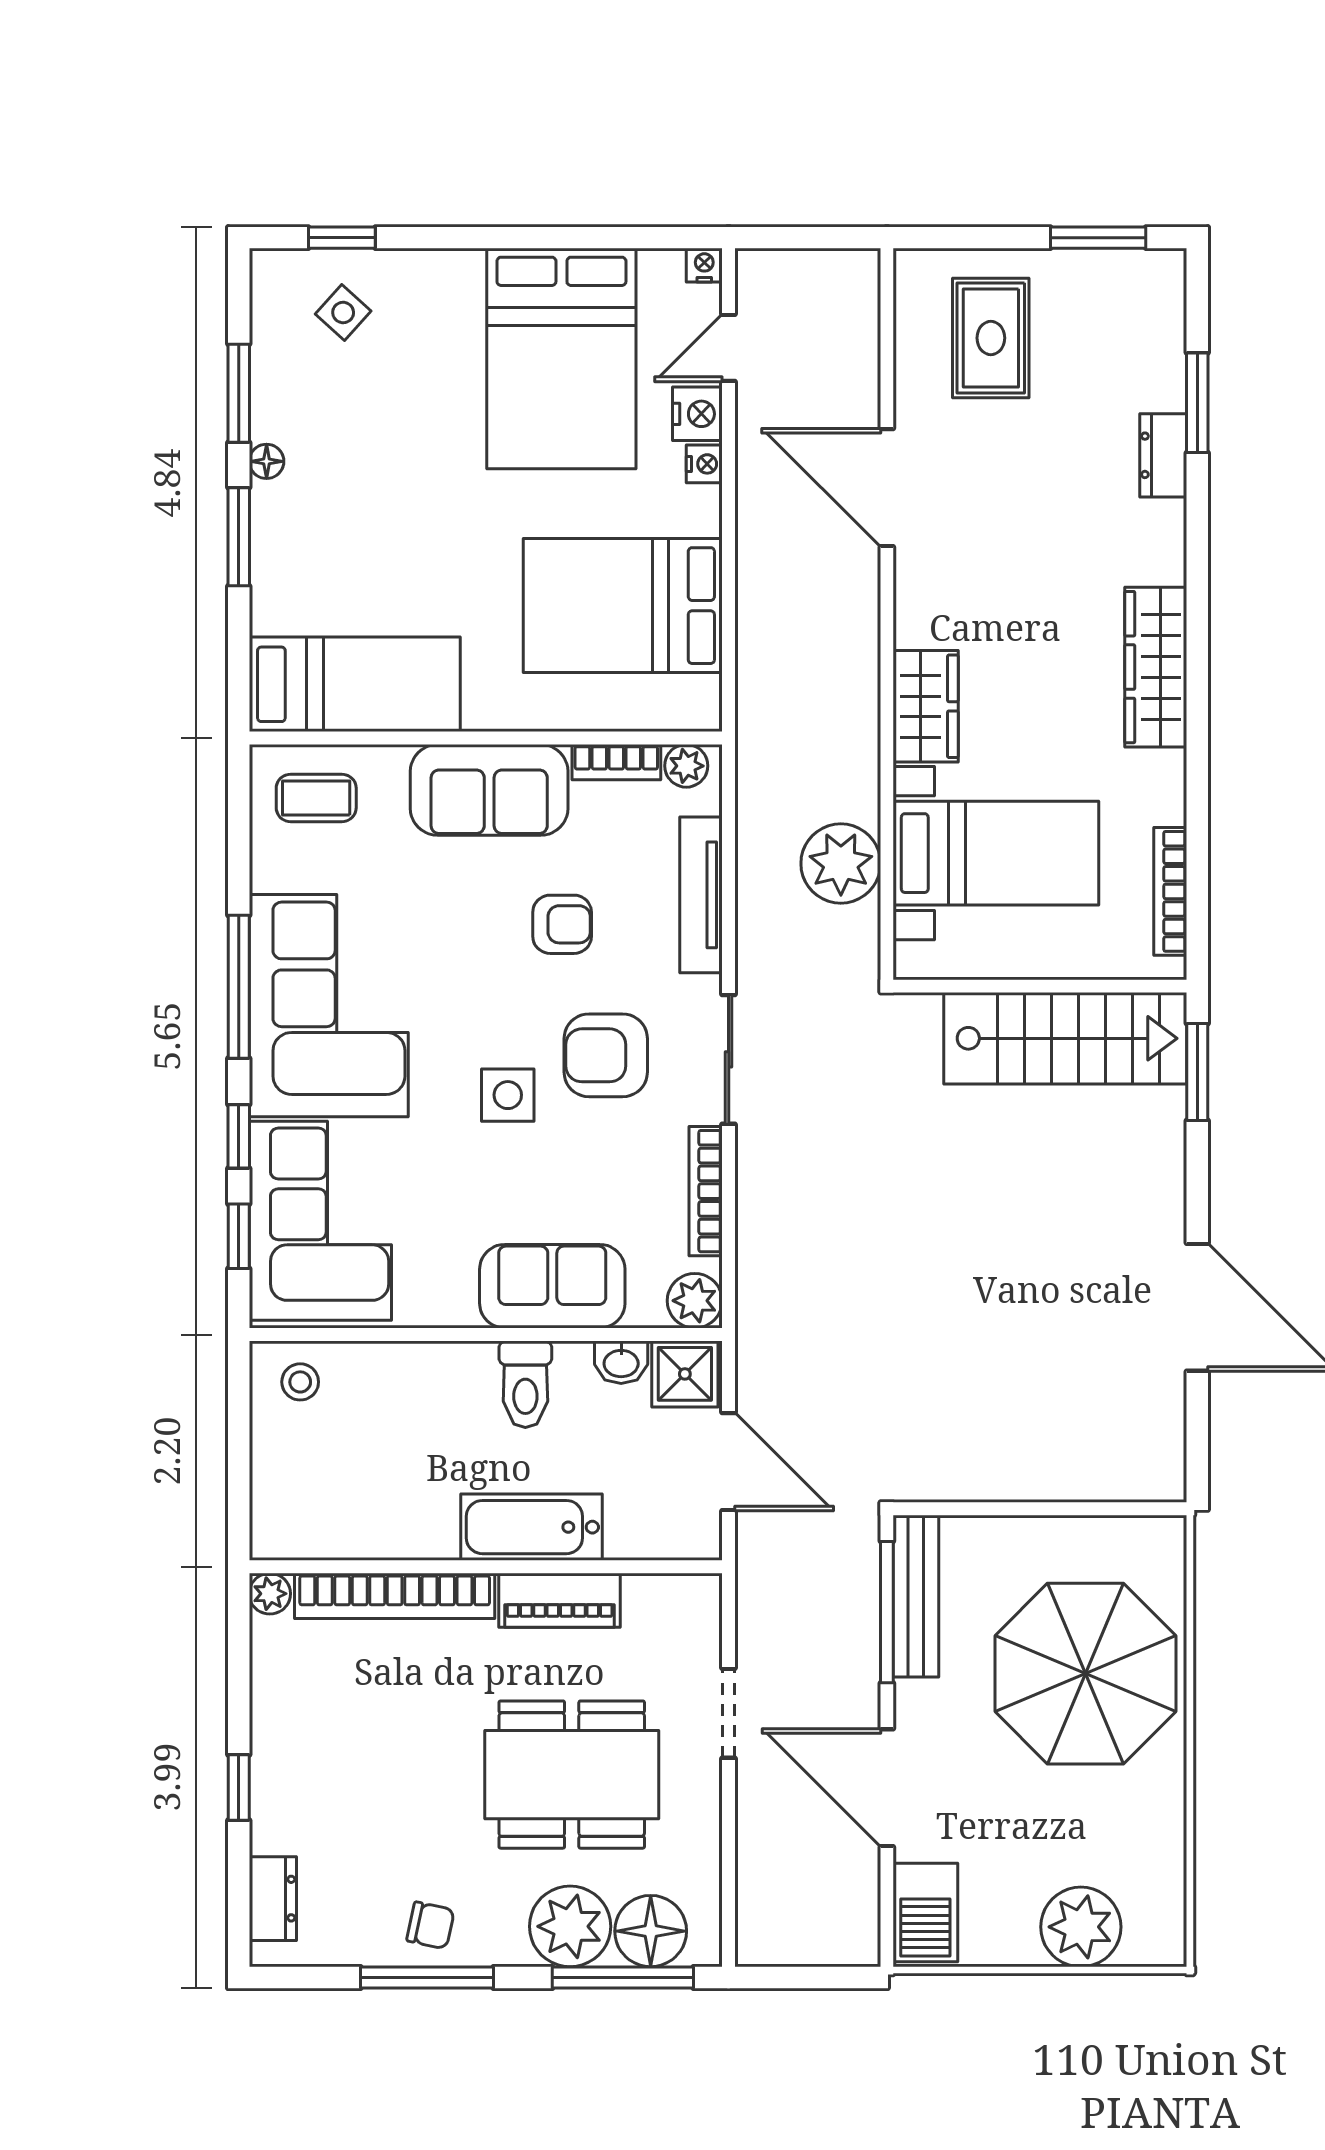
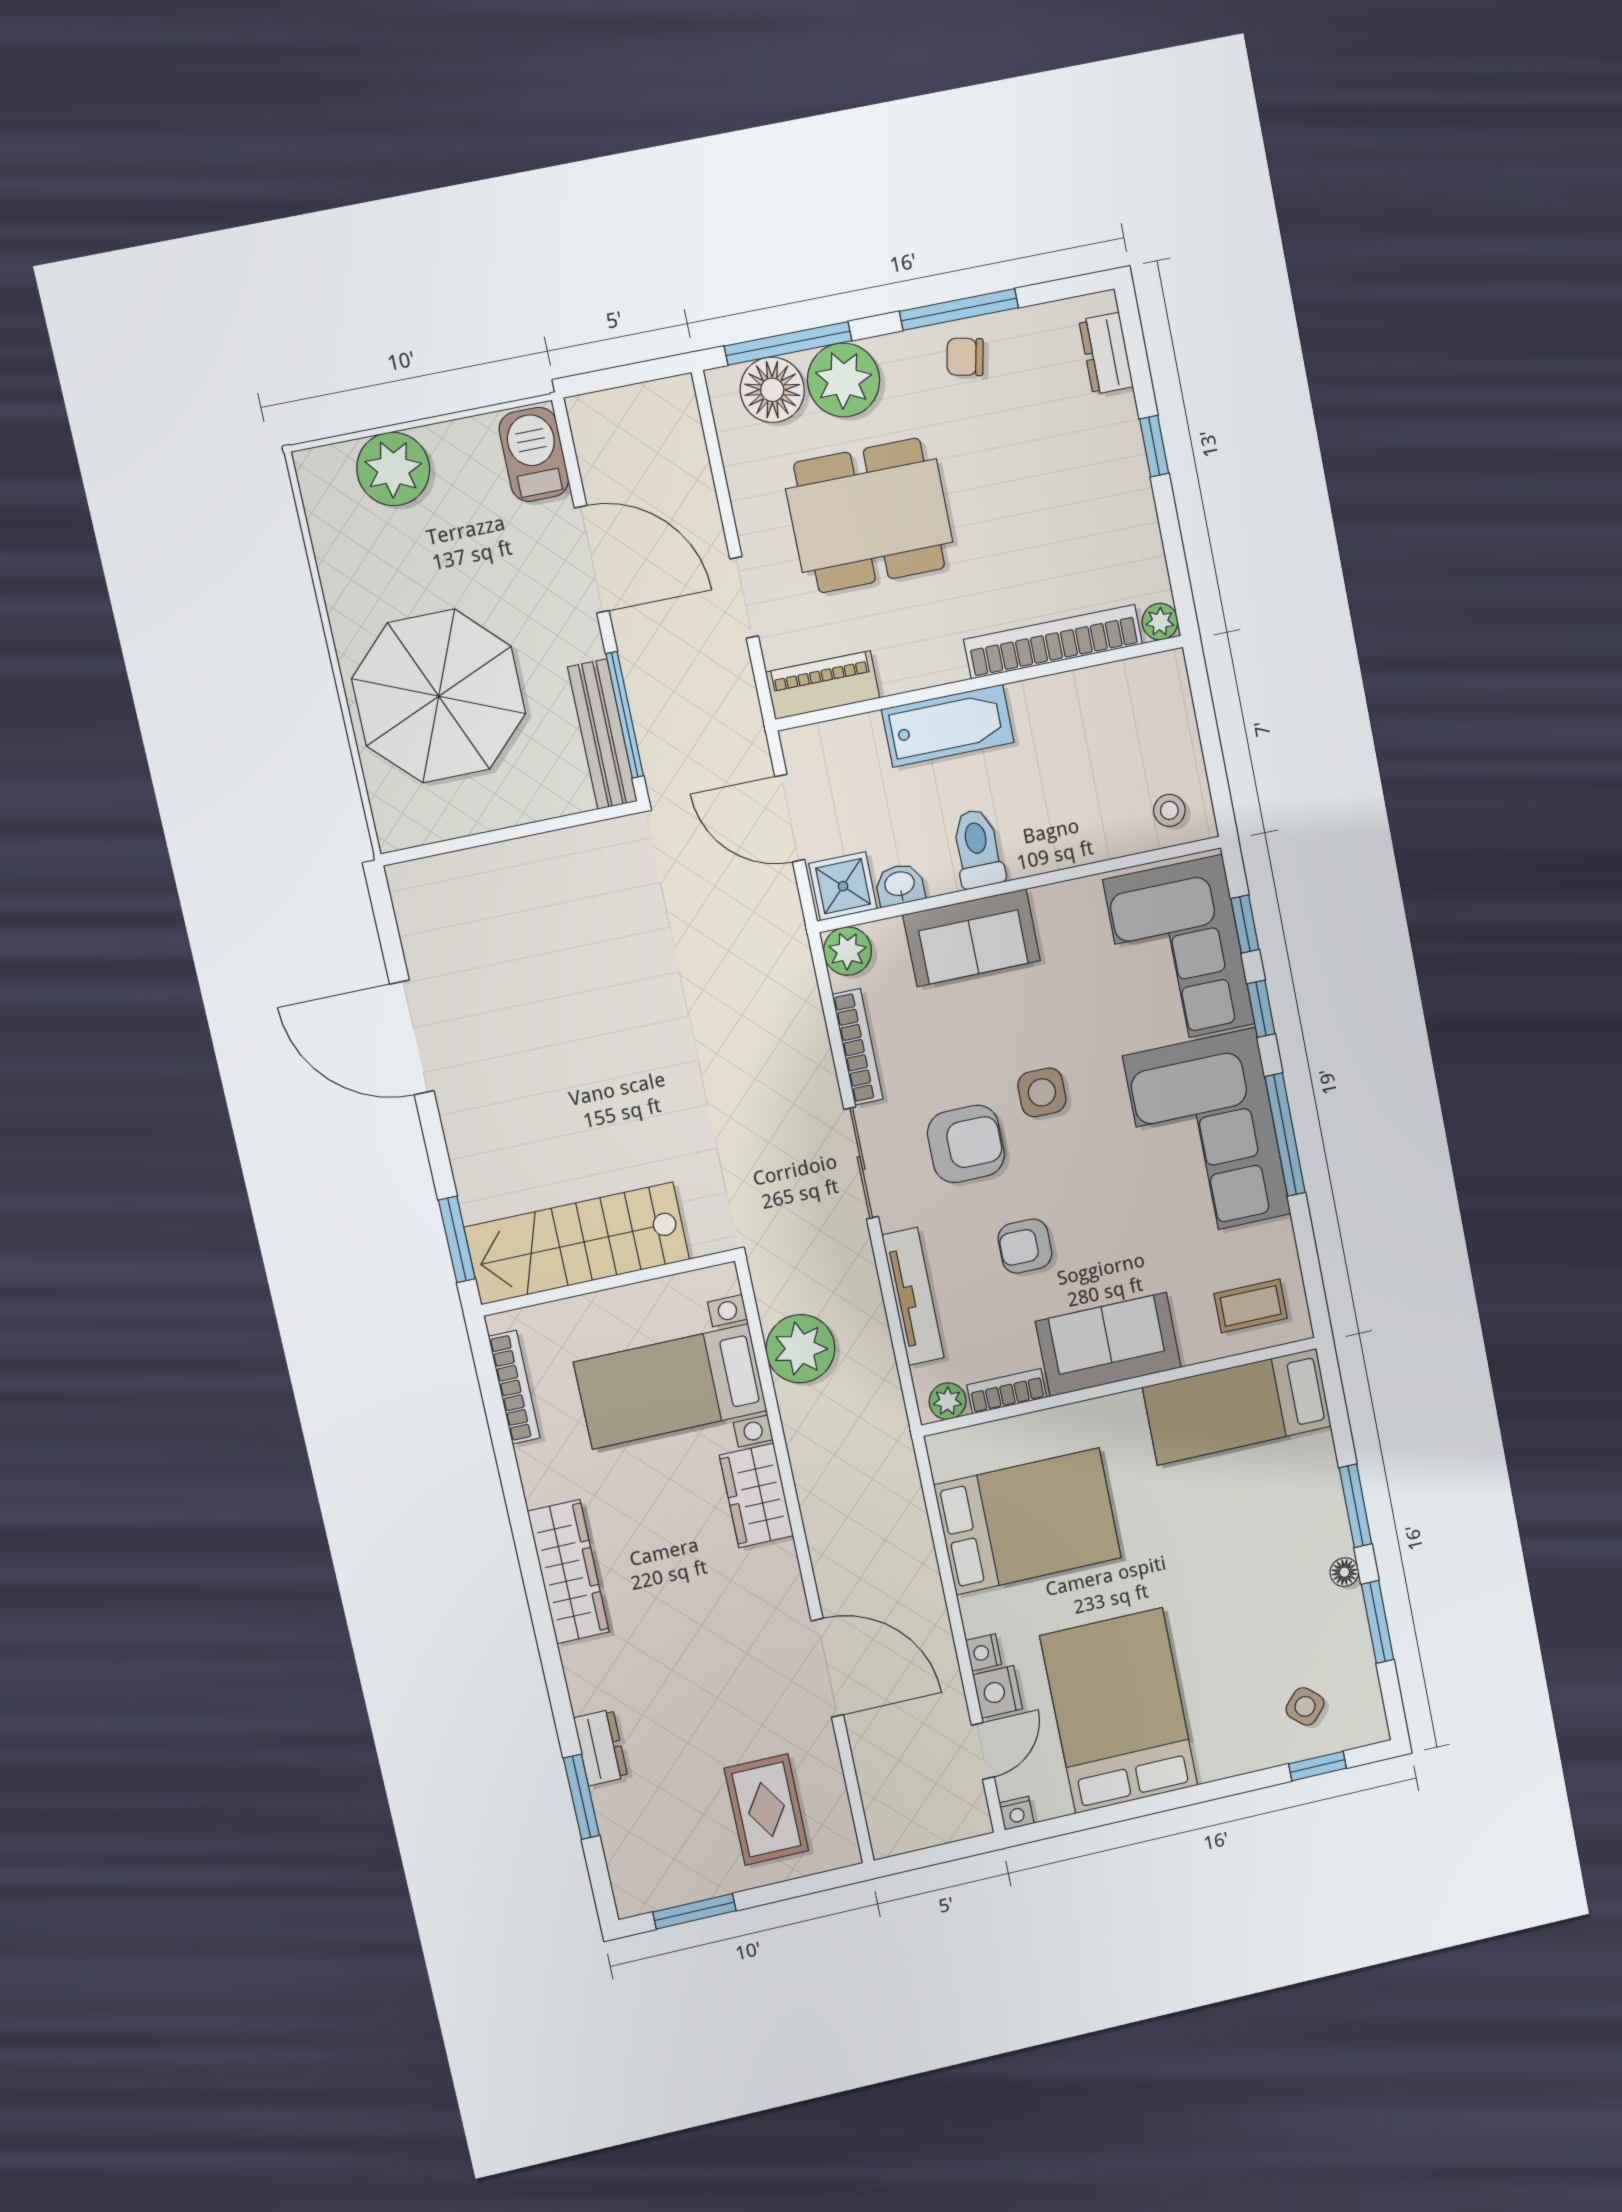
piano: (560, 1600) -> (823, 685), moved

